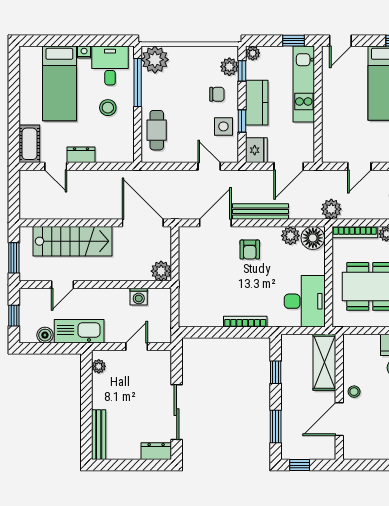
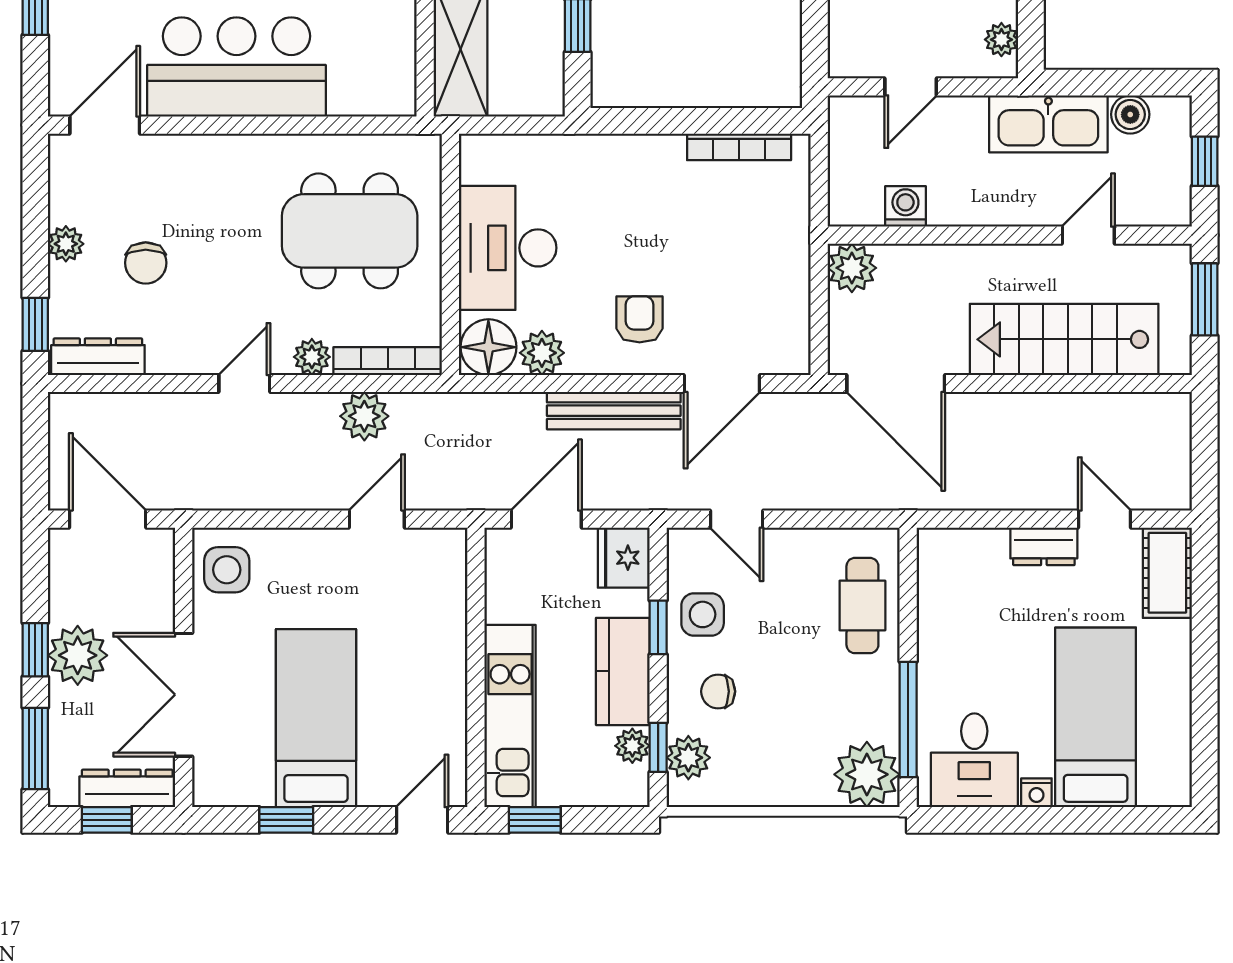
plant: (253, 53) -> (632, 746), moved
stool: (108, 108) -> (980, 660), removed
plant: (331, 209) -> (364, 416), moved
desk: (305, 301) -> (508, 248), moved
bookcase: (245, 322) -> (739, 147), moved

